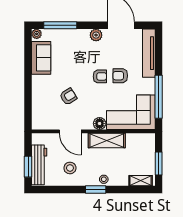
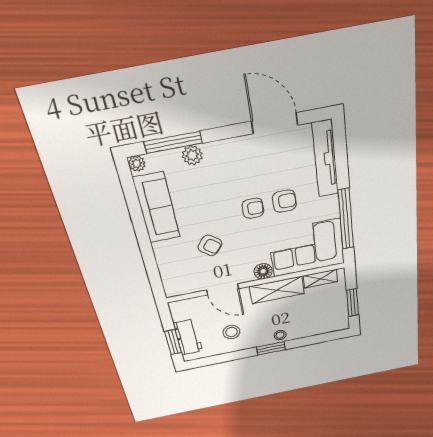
plant: (96, 35) -> (192, 155), moved
sofa: (41, 58) -> (157, 208), width x1.36
armchair: (120, 76) -> (284, 201), turned 180
armchair: (68, 96) -> (210, 245), turned 72
workbench: (39, 165) -> (188, 337), width x0.73
shelving: (141, 181) -> (320, 279), moved

